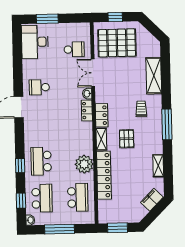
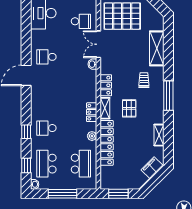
locker: (87, 111) -> (92, 112), moved
school desk: (41, 161) -> (46, 128), width x0.54
plant: (84, 164) -> (92, 136), width x0.53, depth x0.53
school desk: (42, 198) -> (46, 164), turned 180

